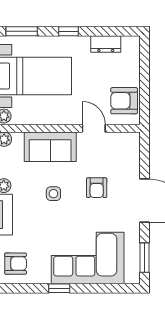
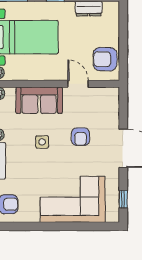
window: (144, 258) -> (123, 199), width x0.67
window: (59, 288) -> (47, 226), removed

